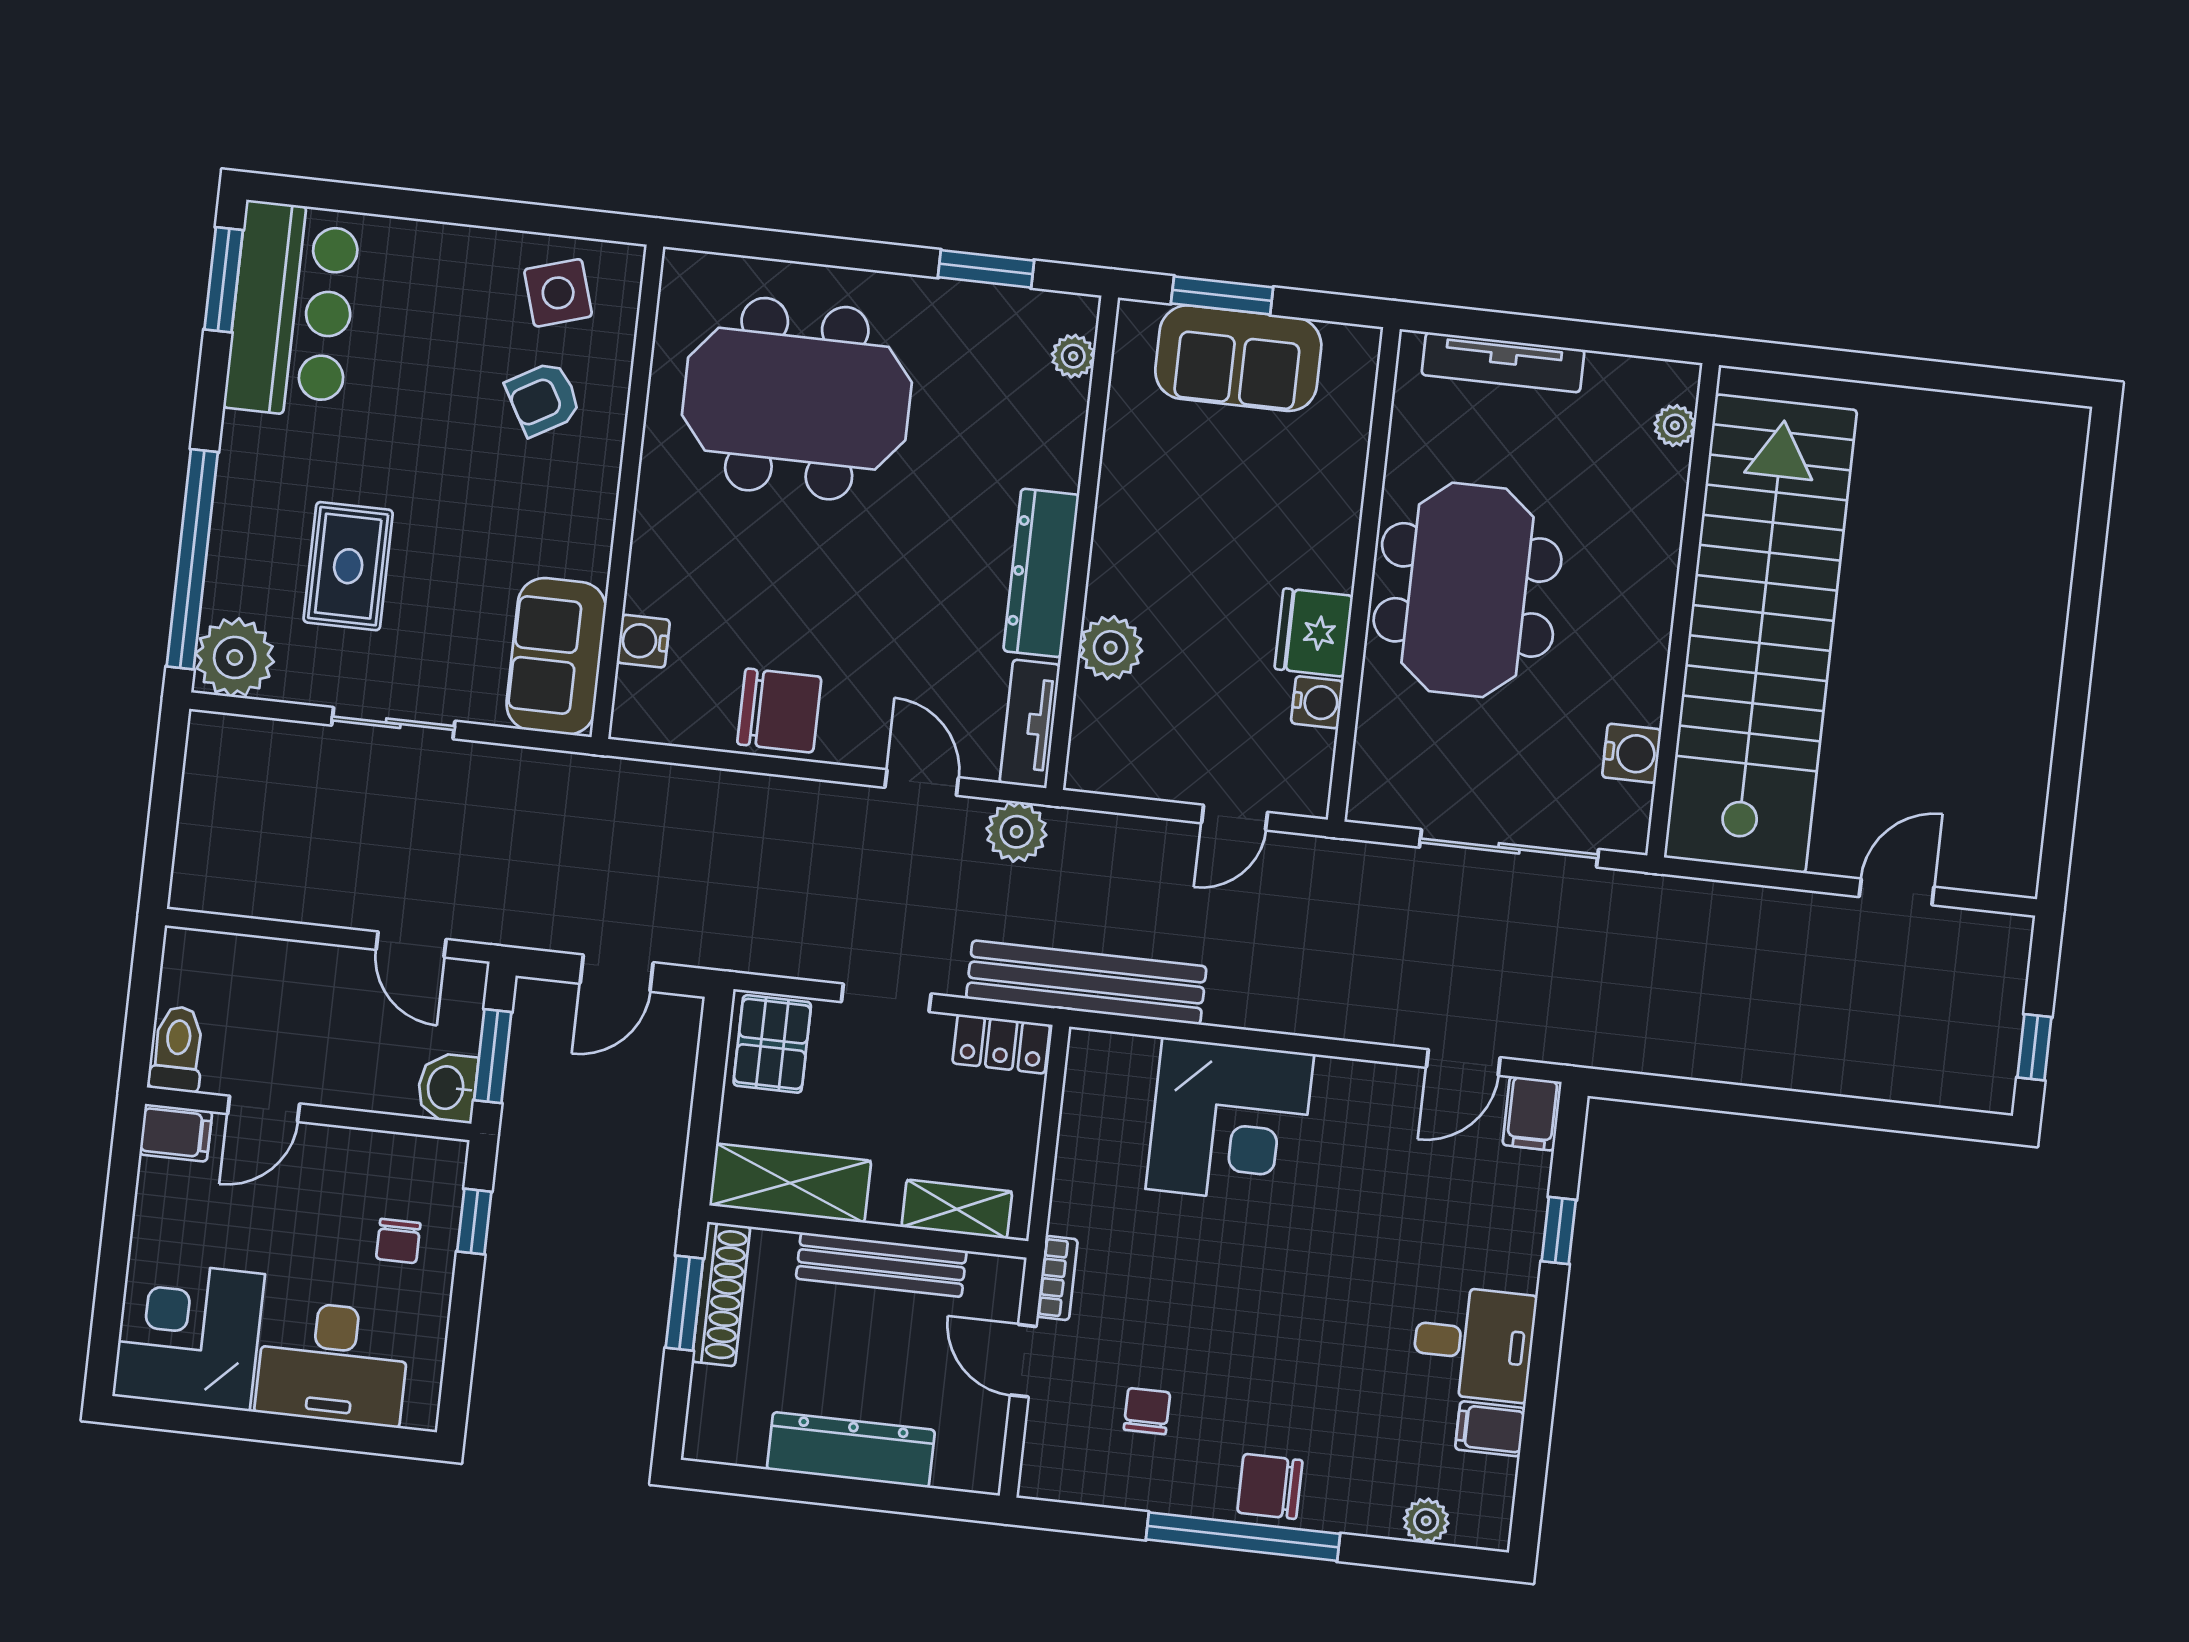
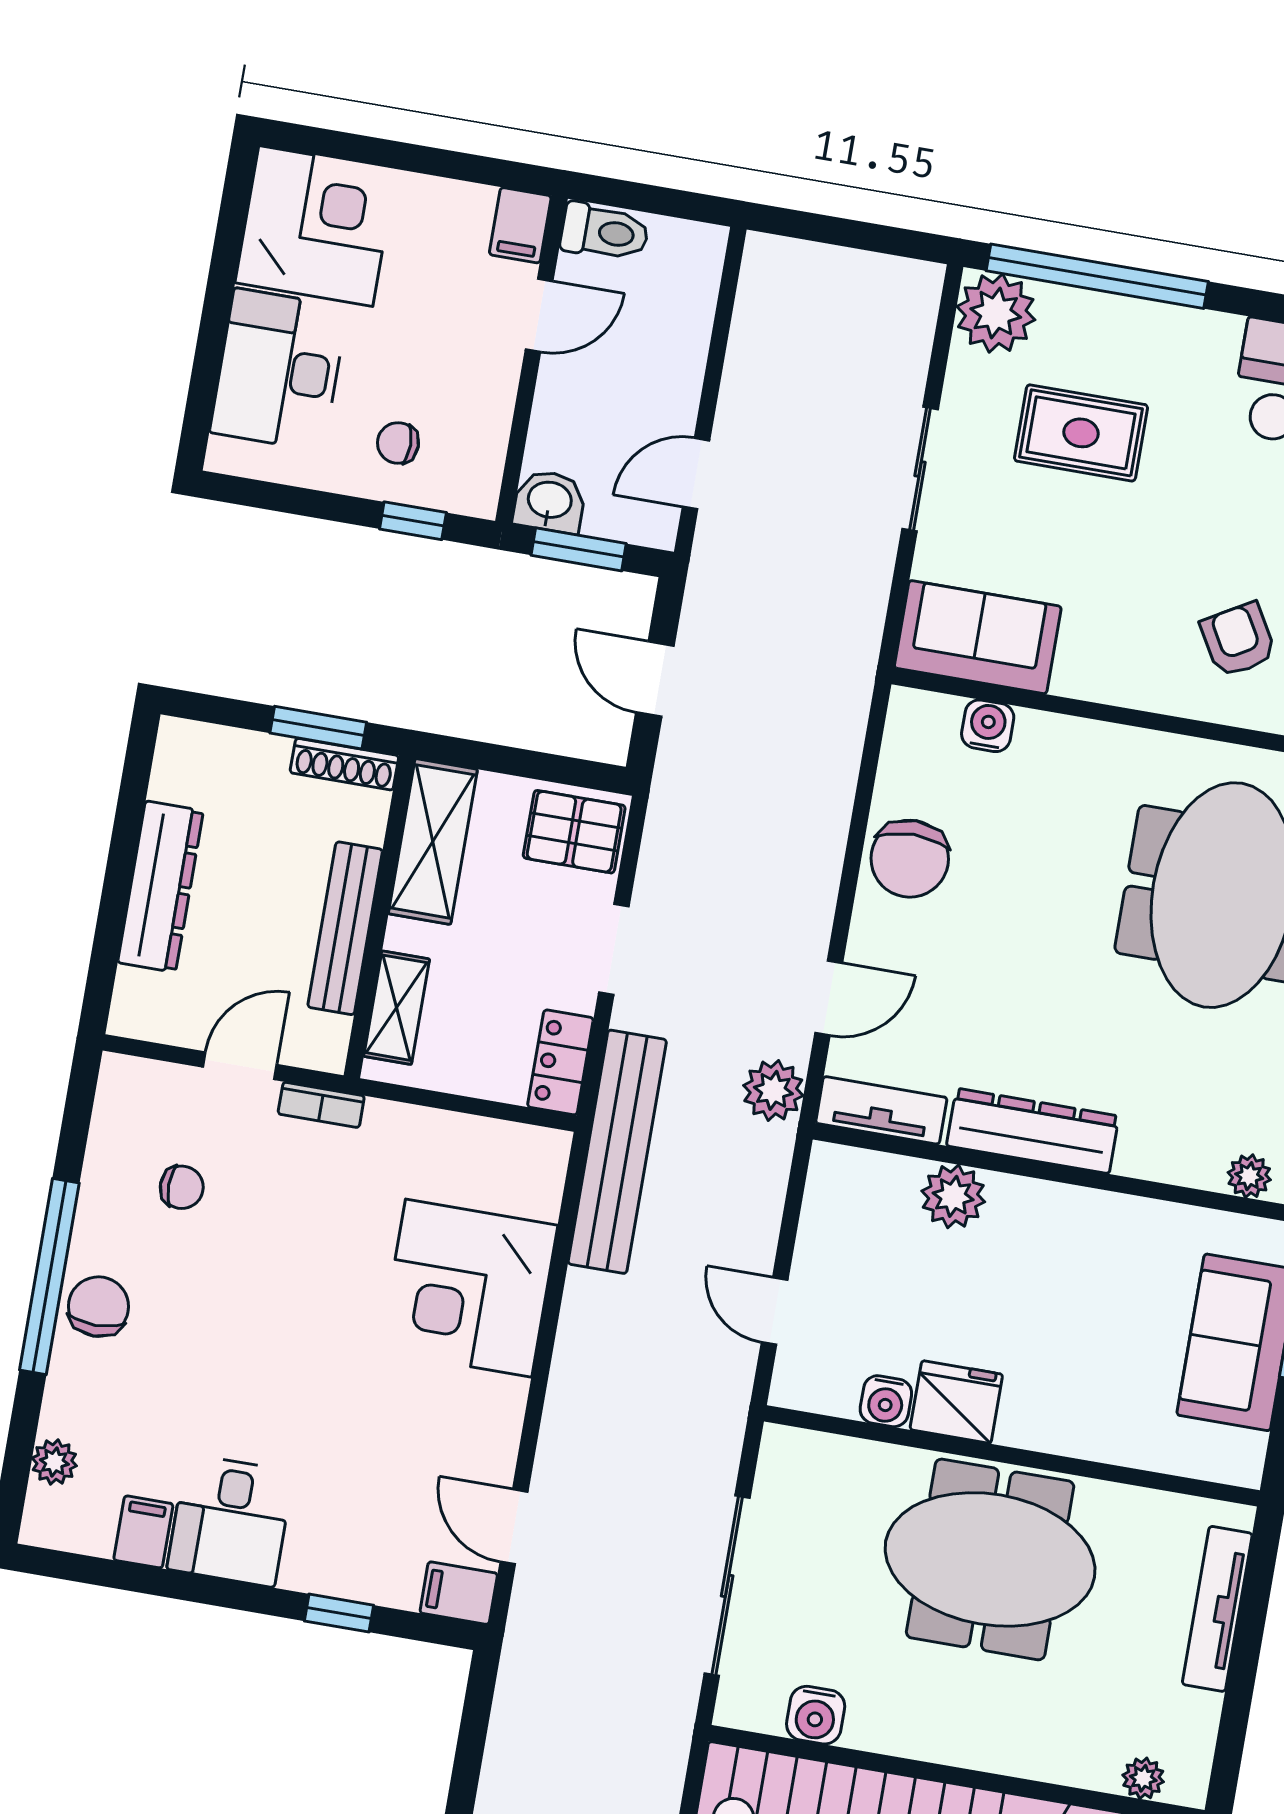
door: (264, 1109) -> (539, 315), swing flipped
shoe rack: (721, 1294) -> (344, 764), width x0.74, depth x0.81

